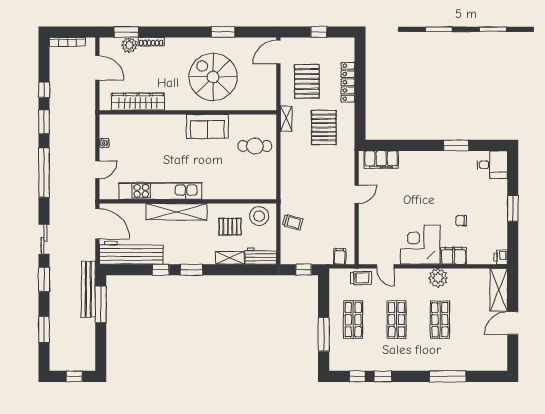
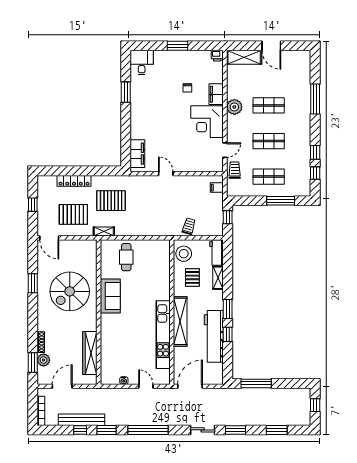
workbench: (131, 253) -> (214, 336), moved
bench: (88, 289) -> (81, 420), moved

